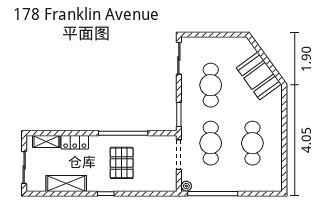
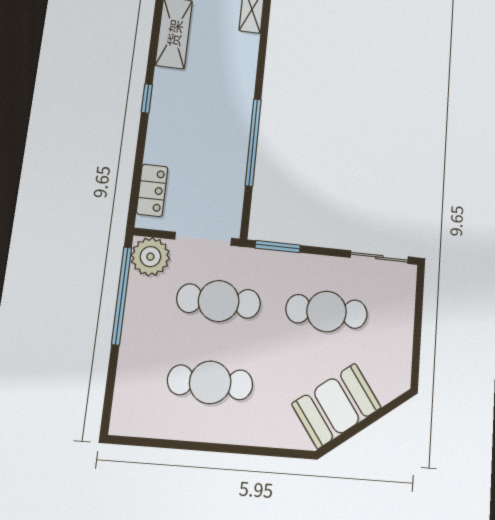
locker: (75, 142) -> (152, 190), moved, turned 180
pallet: (122, 163) -> (200, 133), removed
plant: (186, 186) -> (150, 257), width x1.88, depth x1.88

